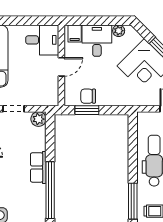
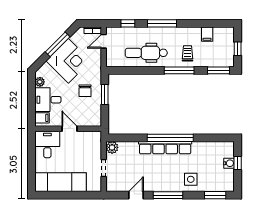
chair: (88, 96) -> (85, 91), moved
window: (87, 110) -> (105, 94), moved
row of seats: (38, 167) -> (165, 148), width x2.02

